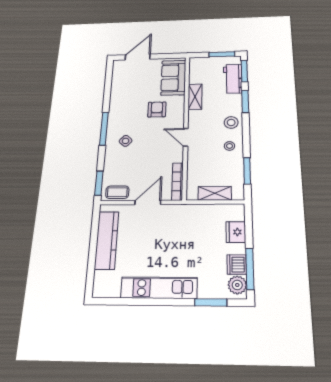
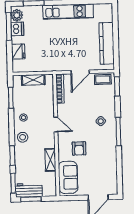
workbench: (233, 79) -> (29, 190), moved, turned -90

